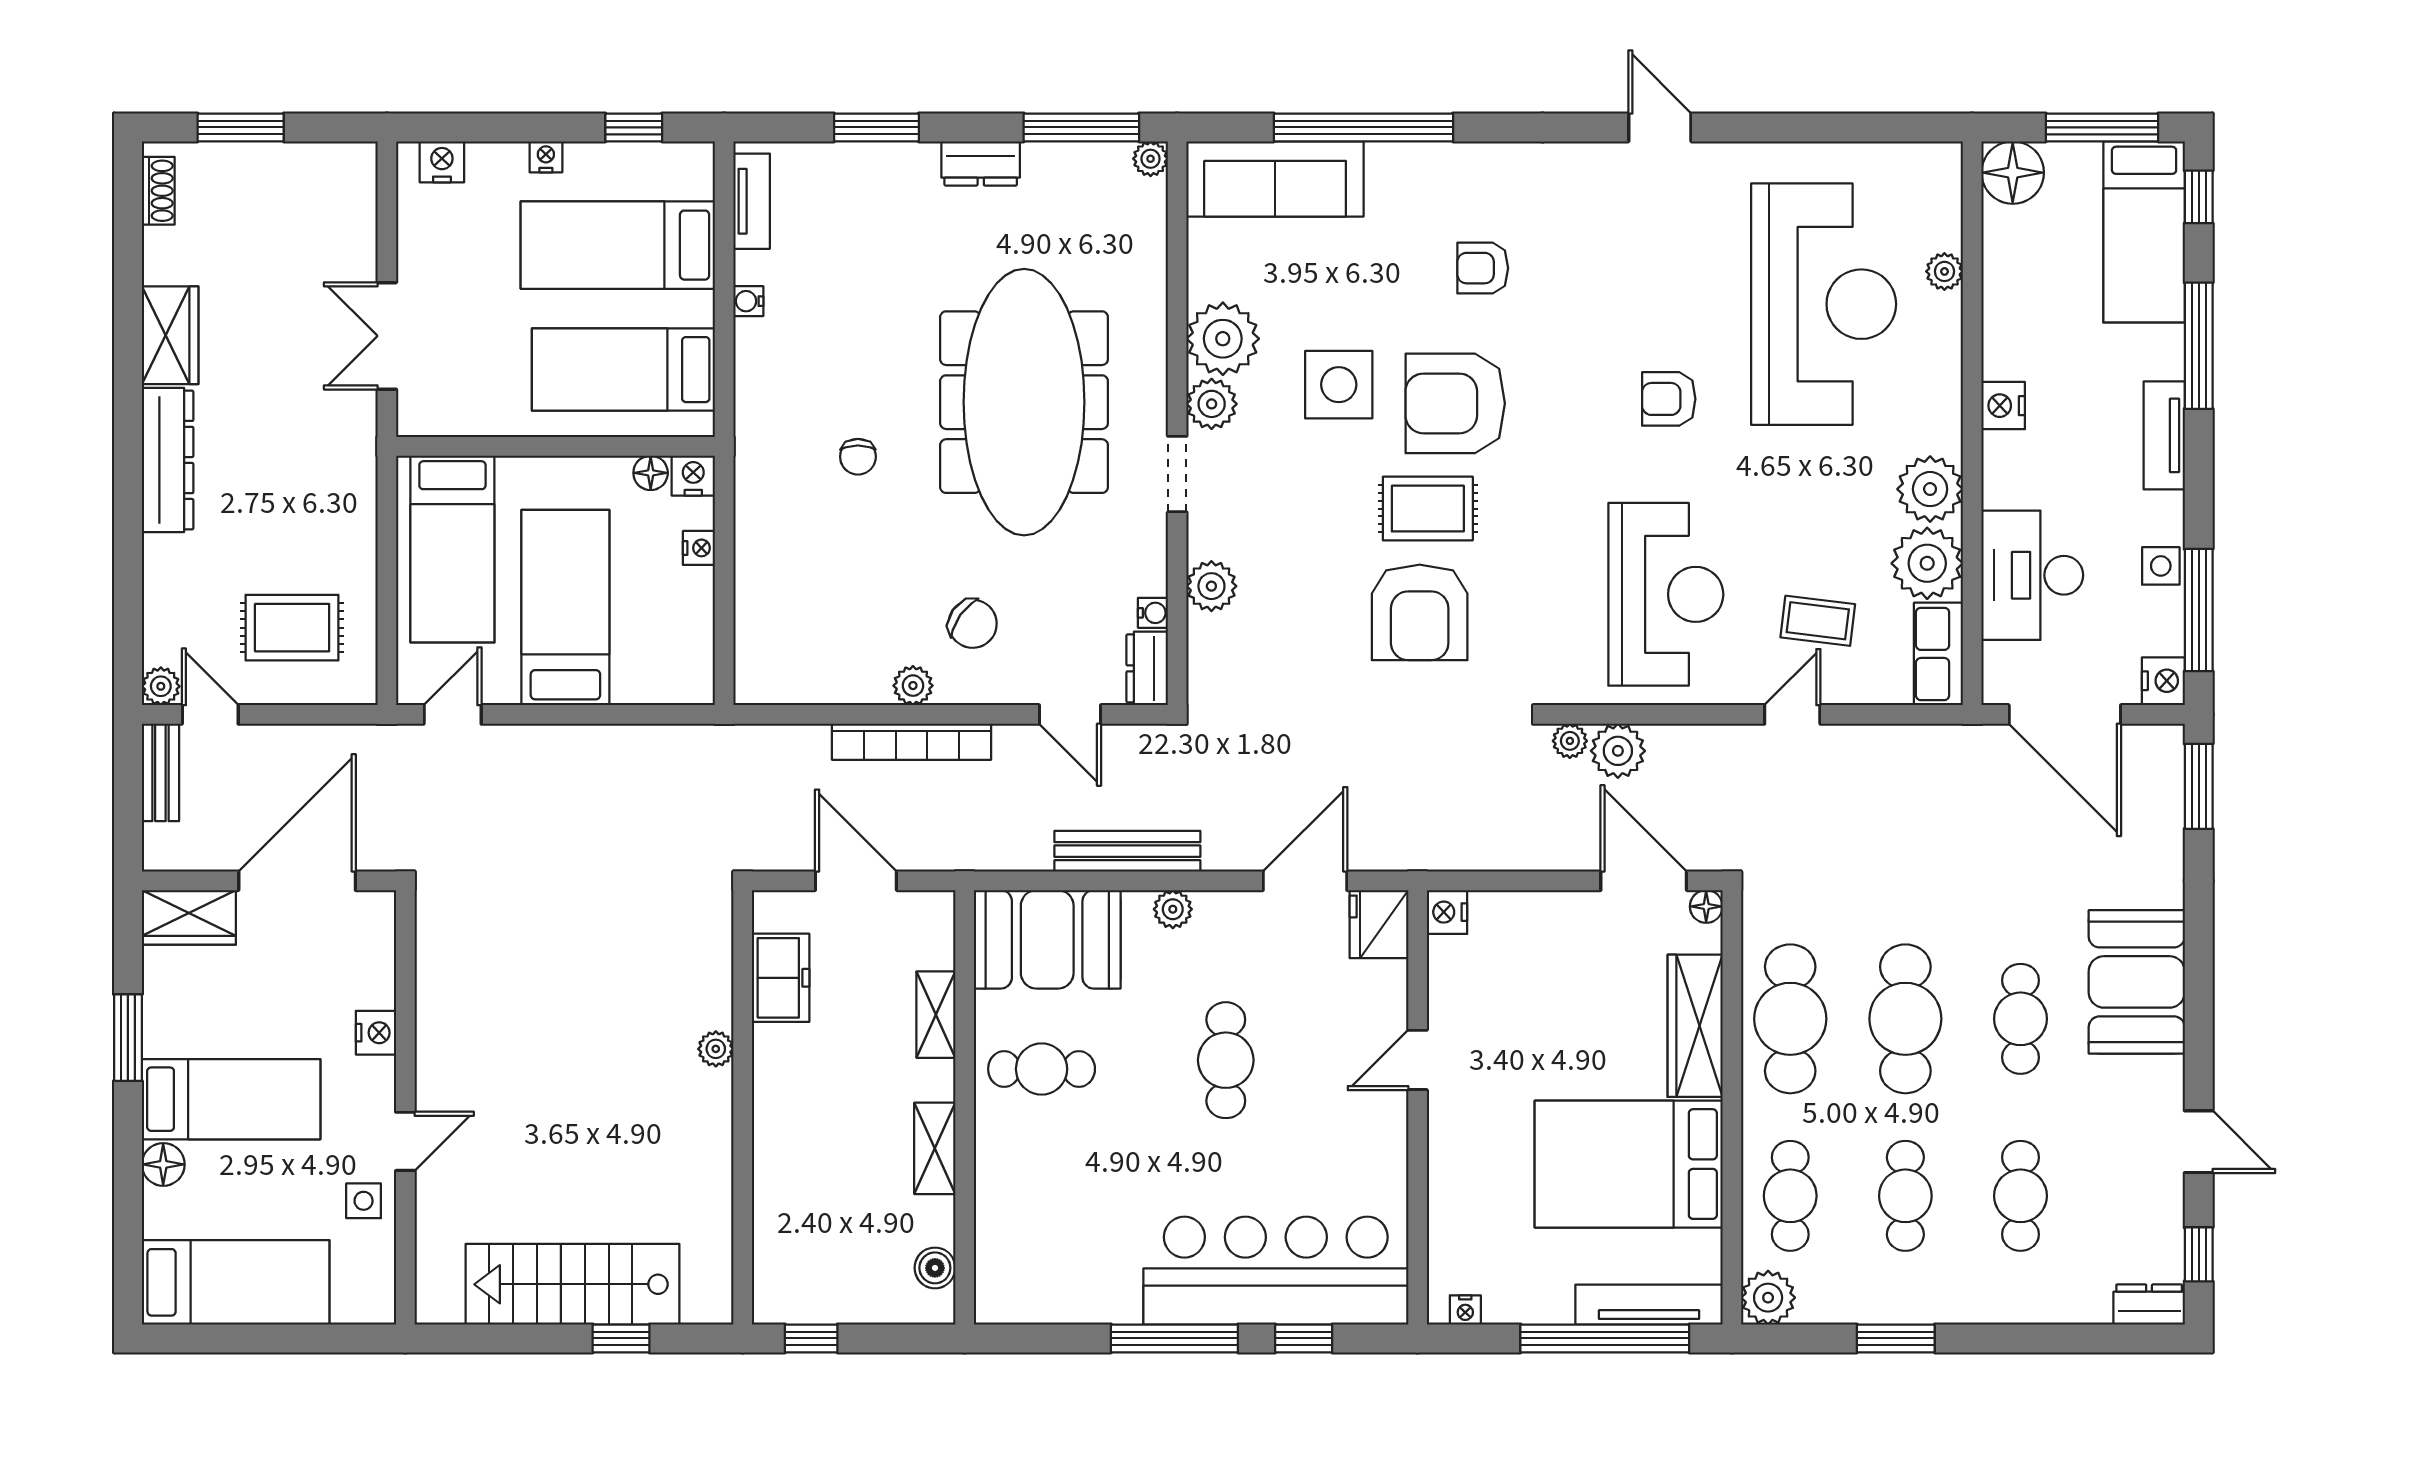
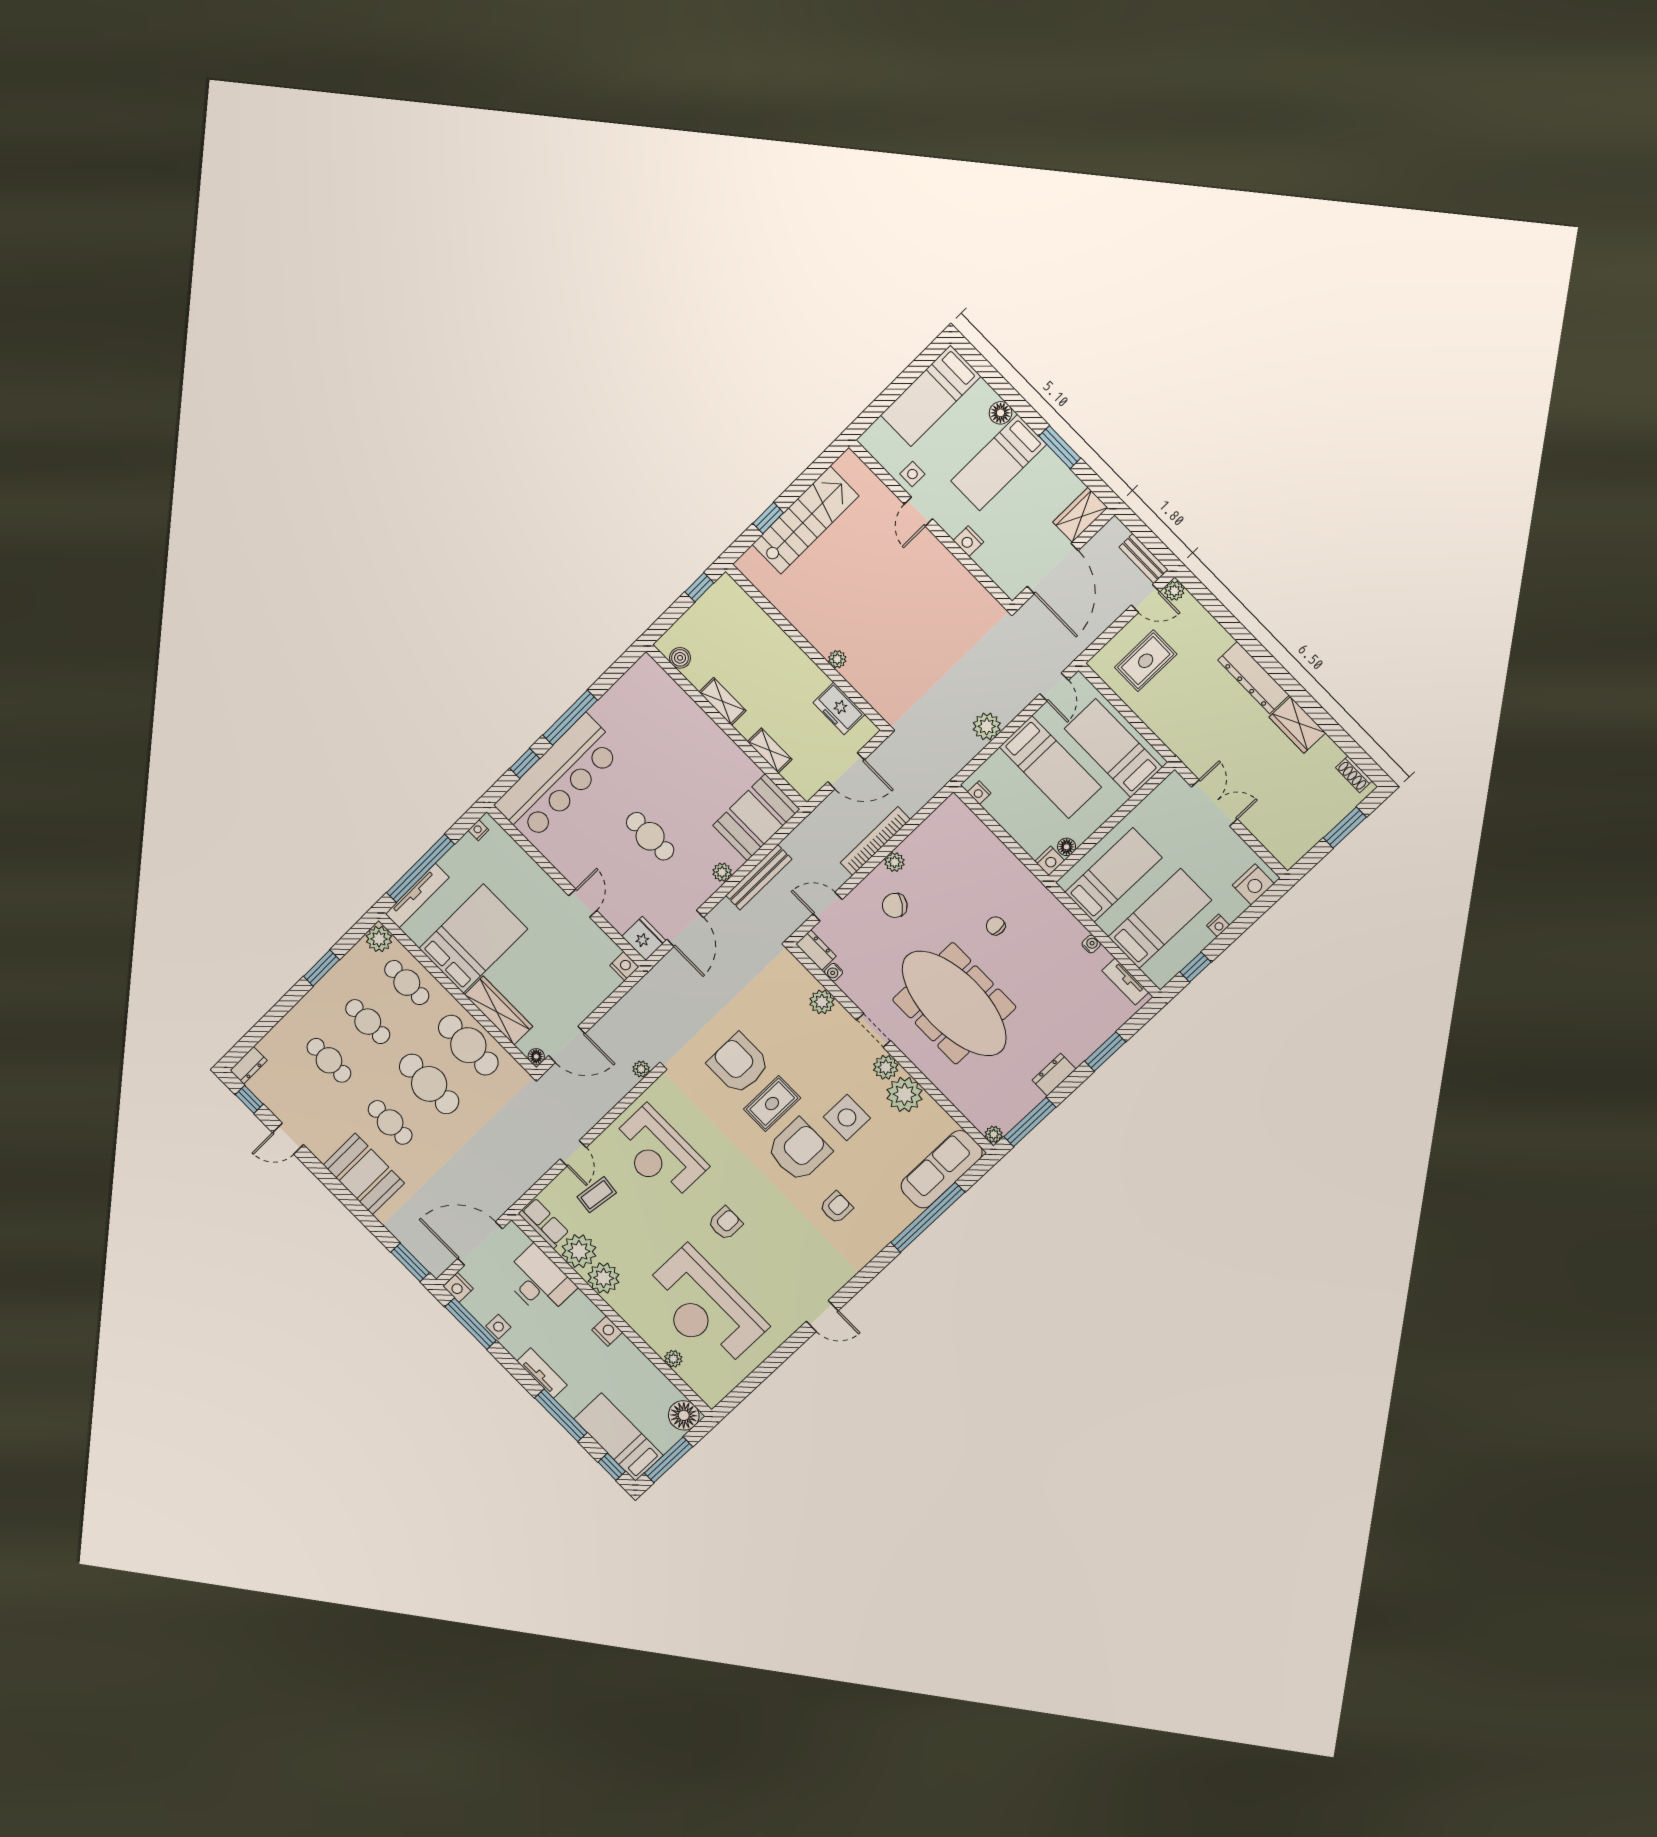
nightstand: (442, 162) -> (1253, 884), width x1.36, depth x1.33
nightstand: (699, 548) -> (979, 793), moved
plant: (1618, 751) -> (987, 726), moved
cafe table: (1042, 1069) -> (712, 768), removed

